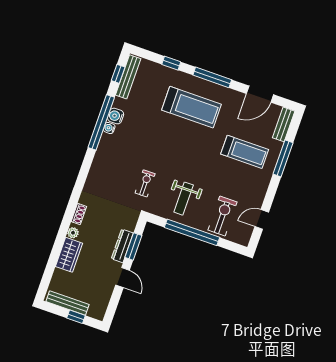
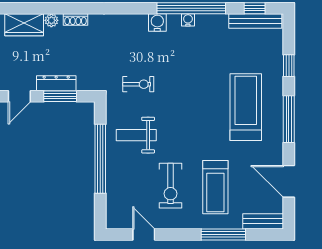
treadmill: (191, 107) -> (246, 107), turned 180
water cooler: (116, 116) -> (157, 22), moved
exercise bike: (222, 216) -> (171, 186), moved, turned 90

